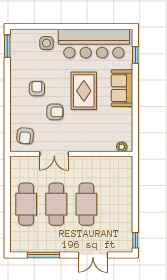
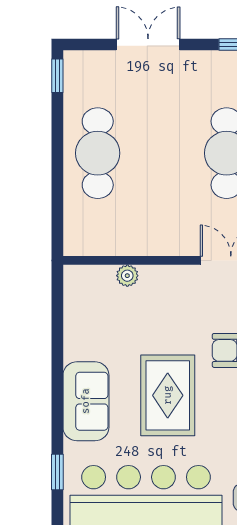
plant: (122, 147) -> (127, 276), moved
cafe table: (86, 204) -> (98, 153), moved

